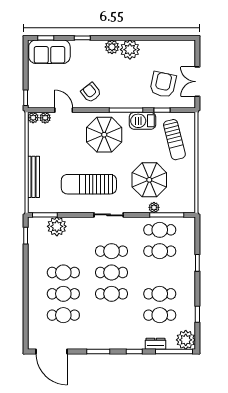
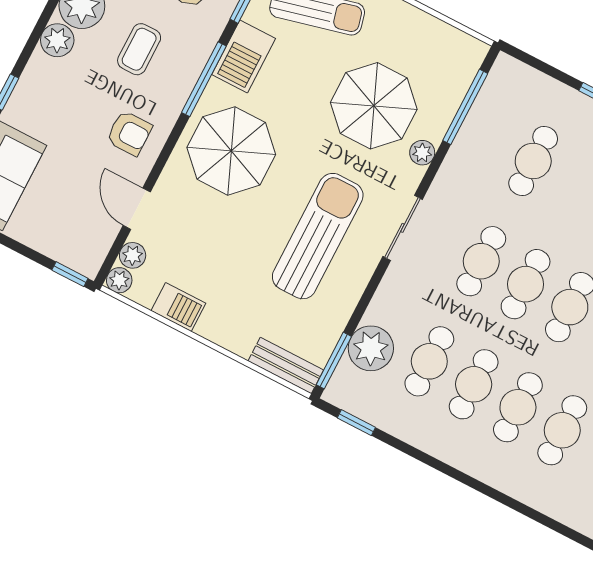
coffee table: (125, 80) -> (139, 49), added
armchair: (91, 92) -> (129, 133), turned -142
door: (64, 110) -> (137, 209), hinge flipped
barbecue: (35, 145) -> (178, 307), added
bench: (34, 177) -> (286, 365), moved, width x0.73
sun lounger: (89, 184) -> (318, 236), turned 180
plant: (154, 207) -> (422, 153), moved
cafe table: (160, 230) -> (429, 361), moved

